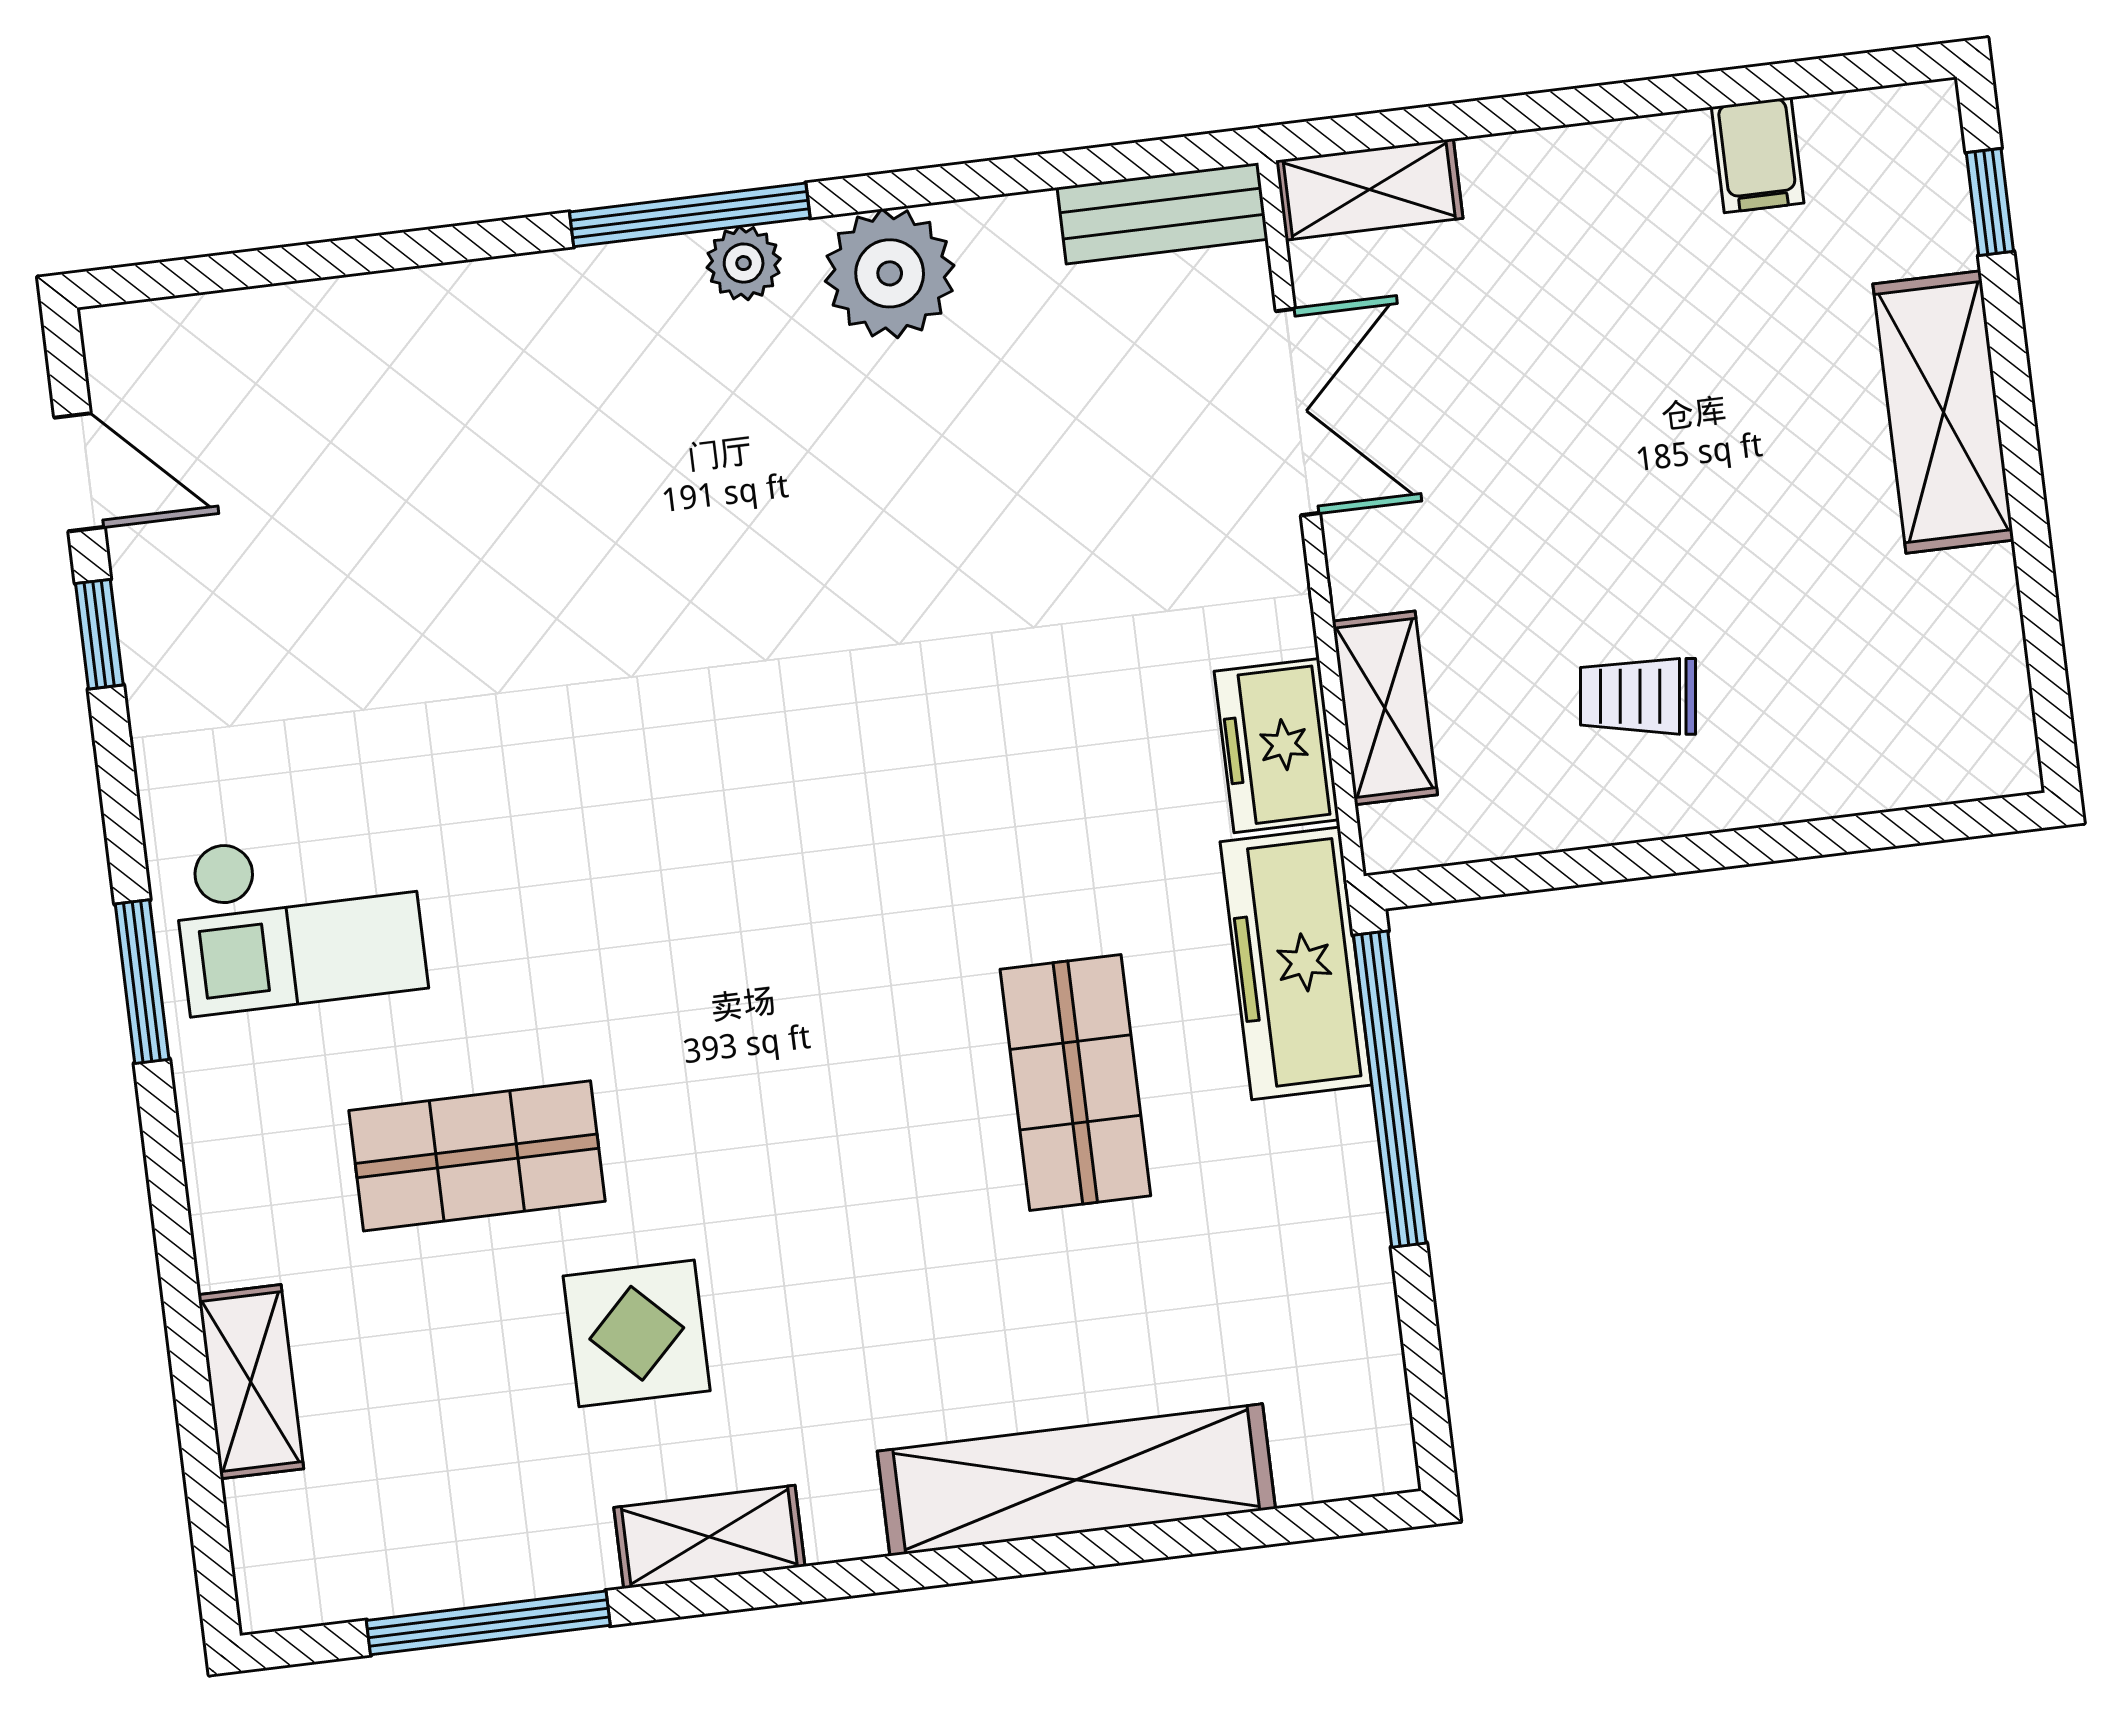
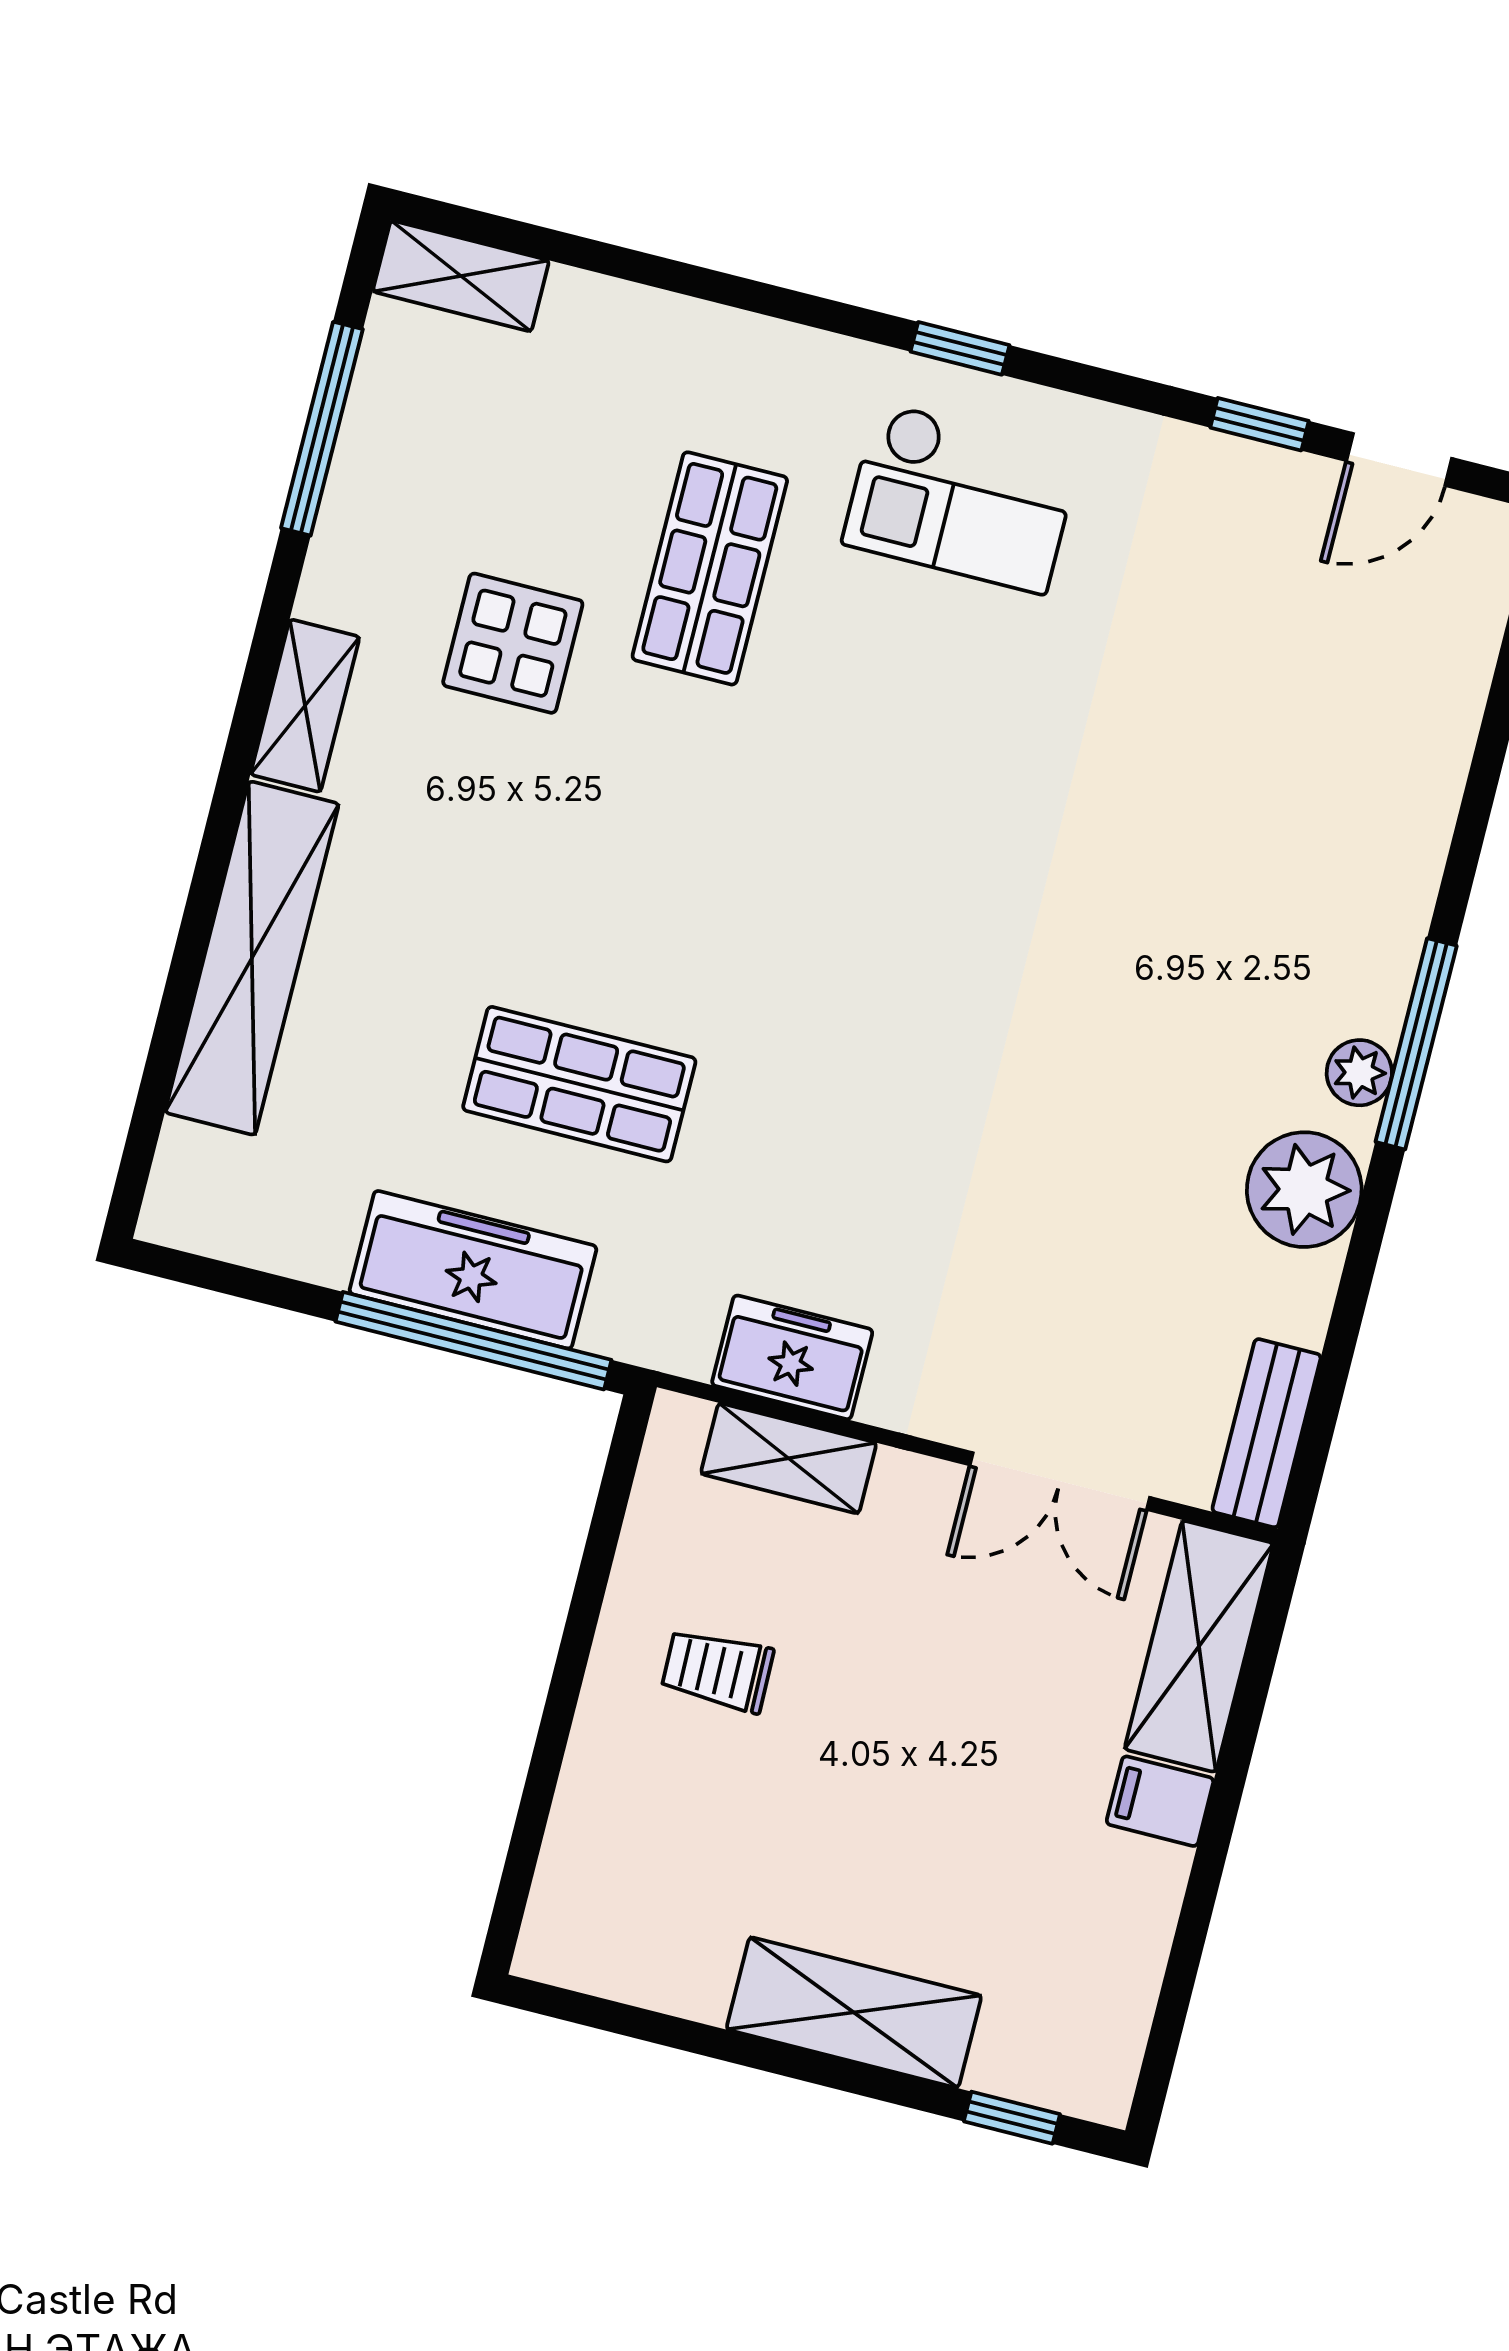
filing cabinet: (1758, 155) -> (1160, 1801), moved
shelving: (1369, 189) -> (1199, 1646), width x1.50, depth x1.33
trolley: (1638, 696) -> (717, 1670), turned -98
checkout: (299, 919) -> (961, 498), turned -90
freezer: (1296, 963) -> (473, 1270), moved
window: (142, 982) -> (960, 348), width x0.67
shelving: (251, 1382) -> (461, 276), moved
shelving: (709, 1537) -> (305, 706), moved

